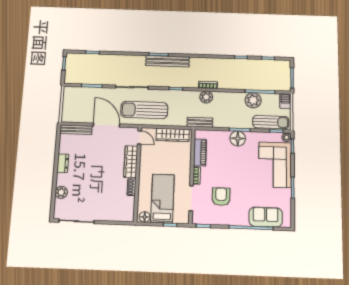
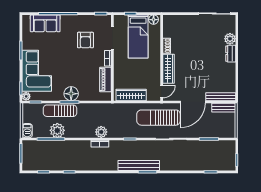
sun lounger: (144, 110) -> (159, 118), turned 180
bench: (200, 122) -> (224, 108), moved
sun lounger: (271, 122) -> (60, 111), moved
door: (107, 125) -> (193, 102), hinge flipped
door: (139, 137) -> (162, 91), swing flipped
dresser: (63, 163) -> (231, 54), moved

